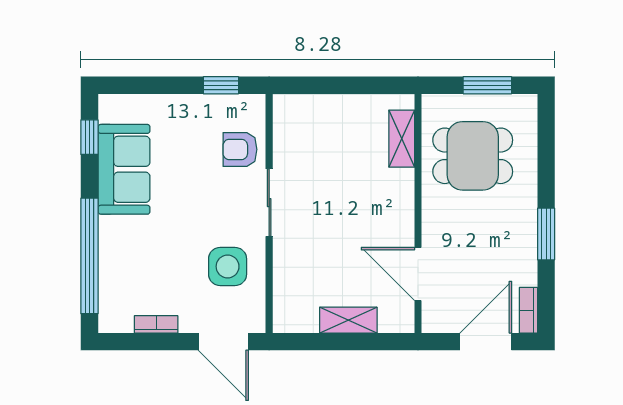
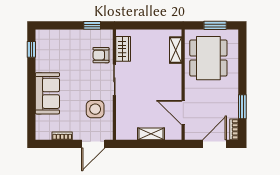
wardrobe: (288, 136) -> (123, 49), added
dining table: (473, 156) -> (208, 58), width x1.37
sofa: (124, 169) -> (47, 93), moved
window: (546, 234) -> (242, 107), moved
window: (89, 256) -> (31, 104), removed
door: (223, 342) -> (93, 144), hinge flipped

